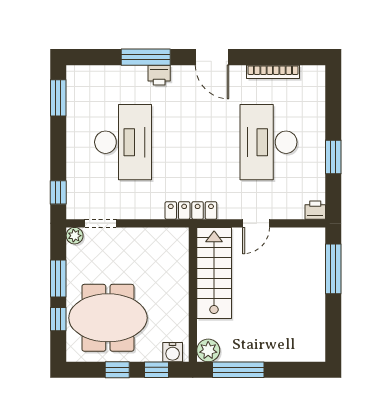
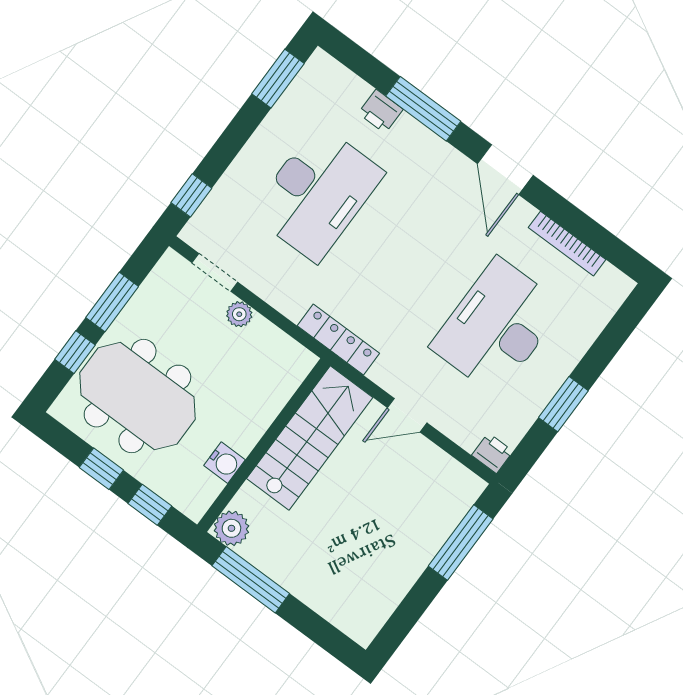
printer: (159, 75) -> (381, 111), moved
plant: (75, 236) -> (239, 314), moved
water cooler: (173, 352) -> (225, 463), moved, turned -90

